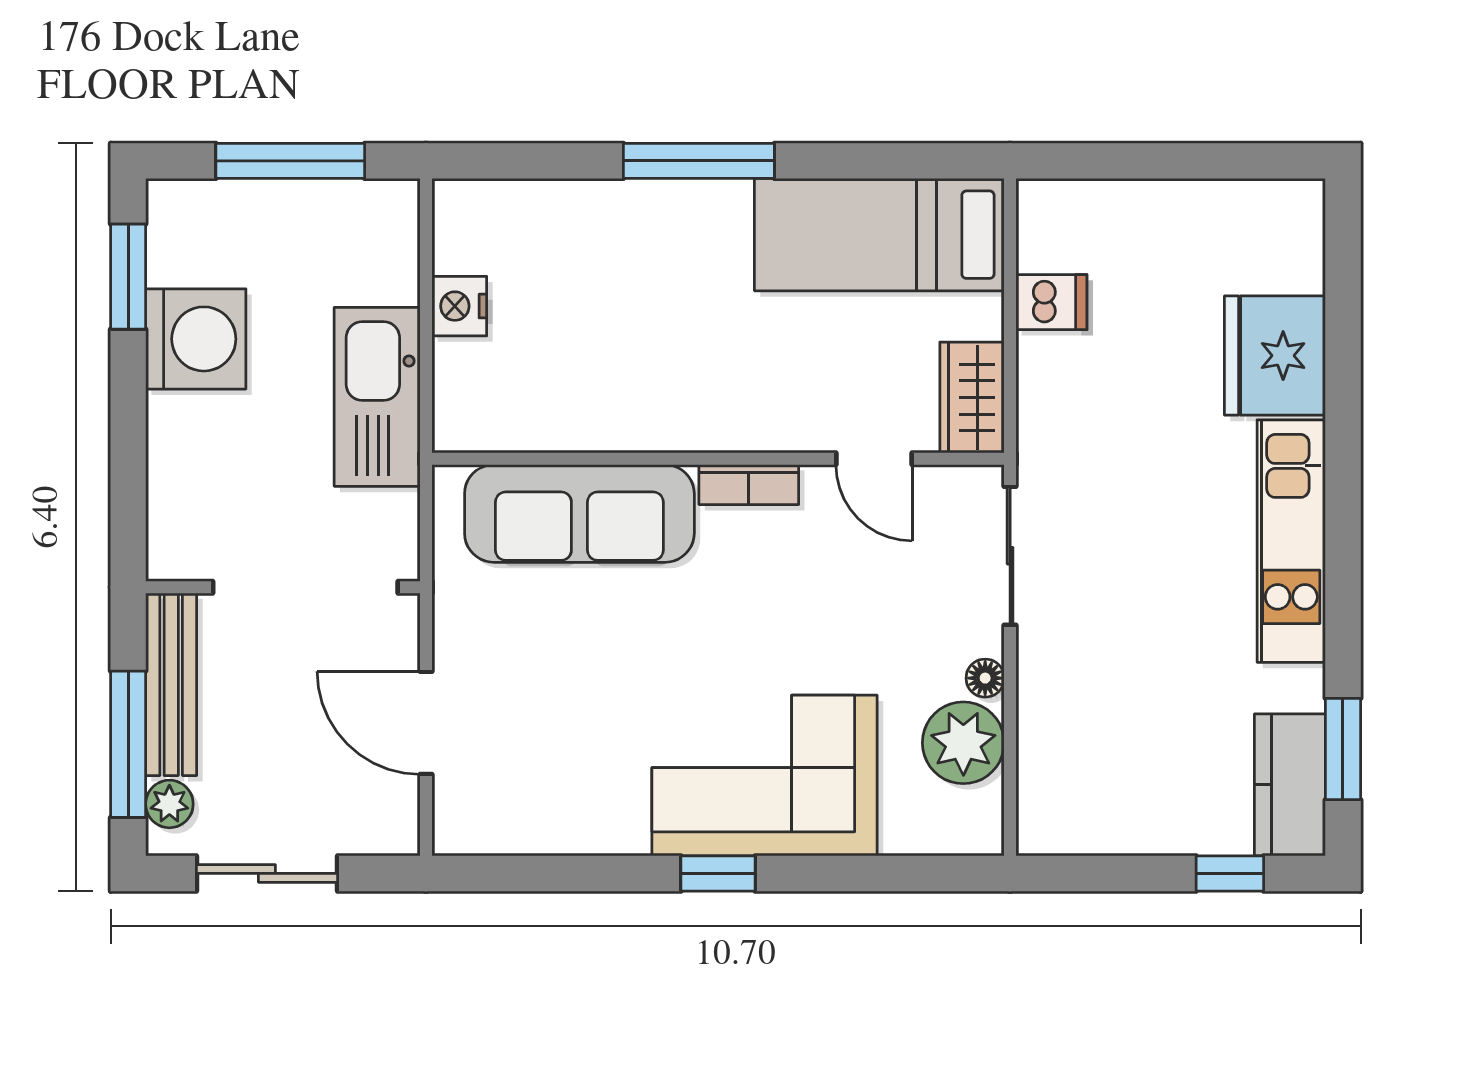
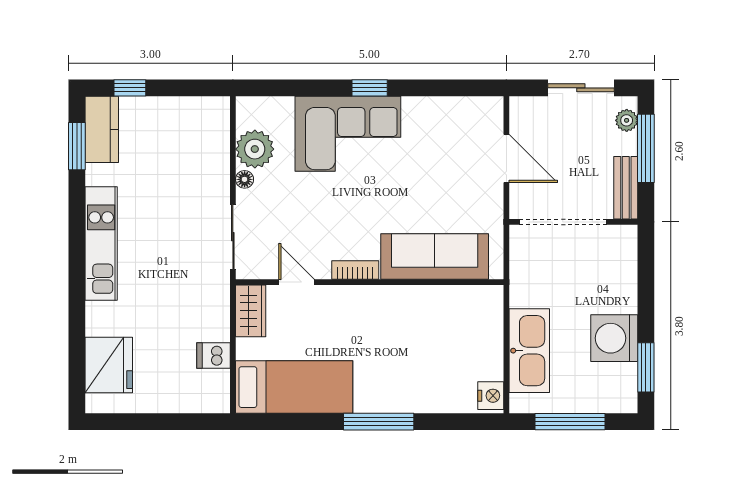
nightstand: (459, 306) -> (491, 396), moved
fridge: (1275, 356) -> (109, 365), moved
kitchen sink: (377, 397) -> (529, 351), moved
bench: (171, 684) -> (626, 188), width x0.73

